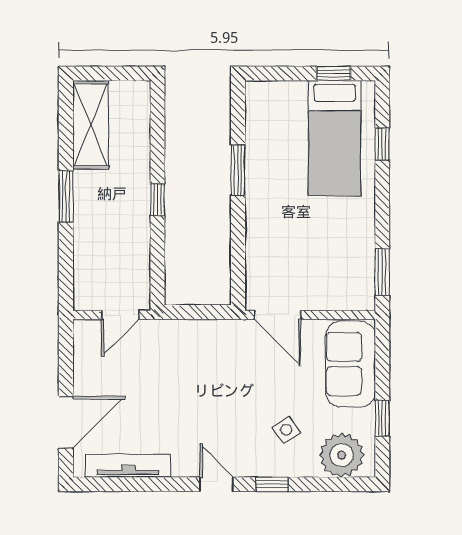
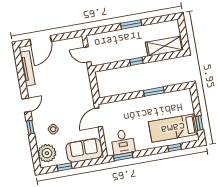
shelving: (91, 125) -> (165, 46), moved
desk: (347, 267) -> (123, 142), added
door: (66, 422) -> (41, 40), hinge flipped

